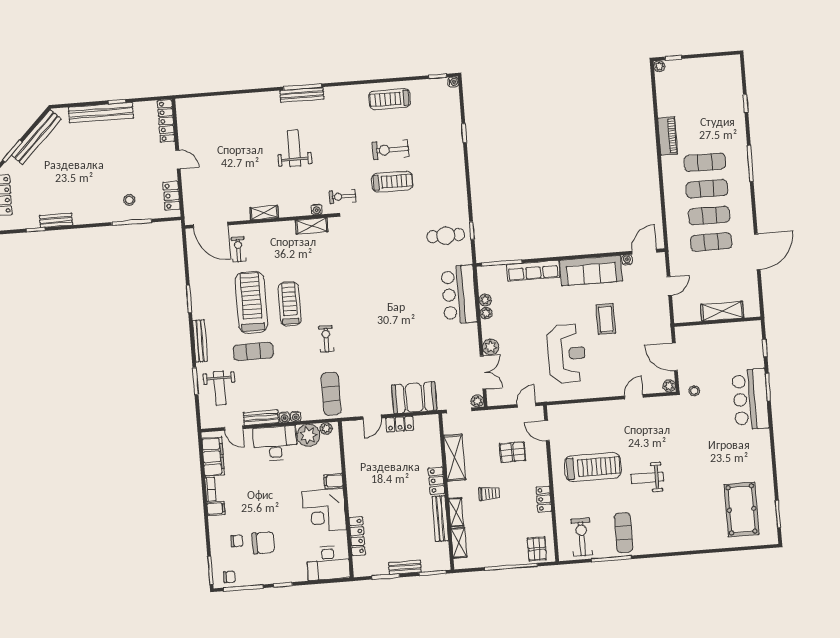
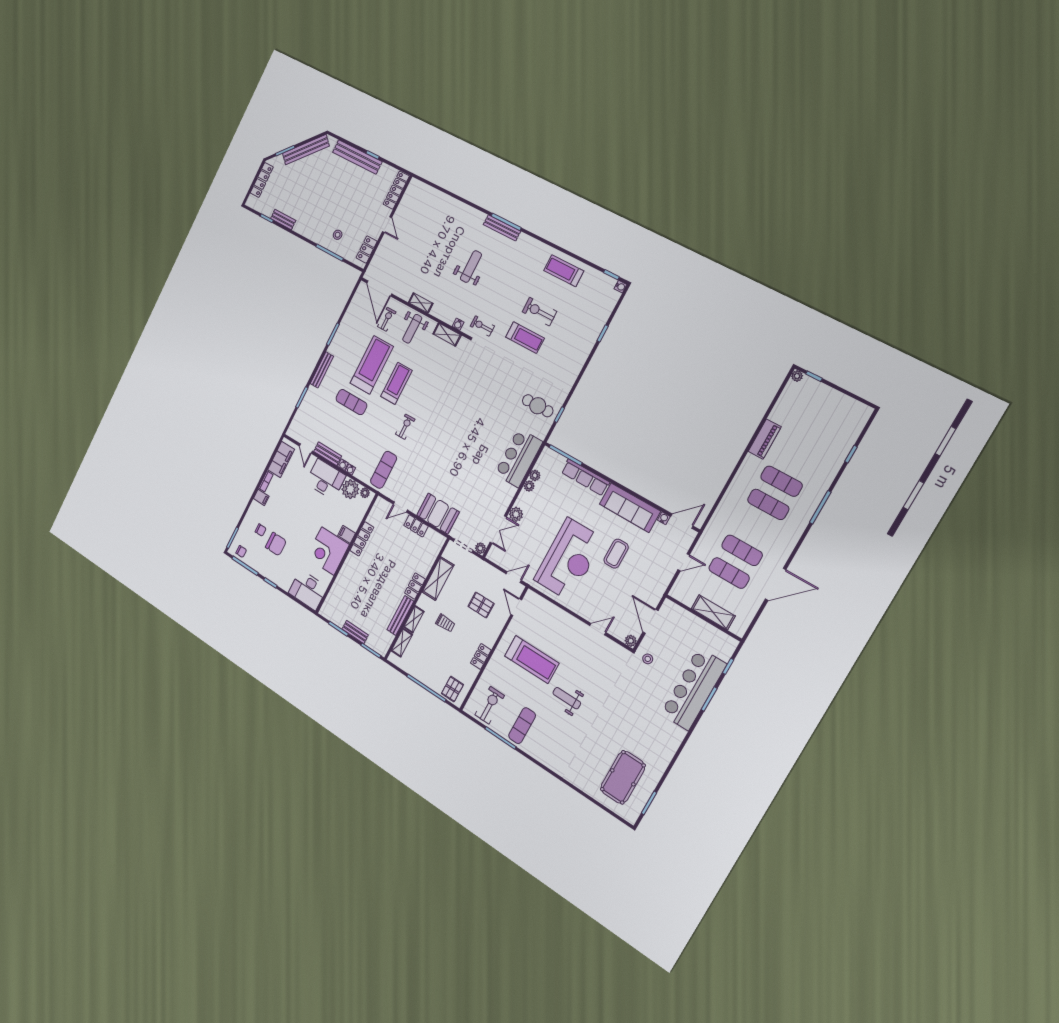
exercise mat: (709, 215) -> (729, 573), moved
reception desk: (567, 354) -> (569, 559), width x1.36, depth x1.30
weight bench: (220, 388) -> (412, 329), moved
bar counter: (750, 399) -> (693, 689), width x1.36
locker: (357, 536) -> (362, 539), moved

